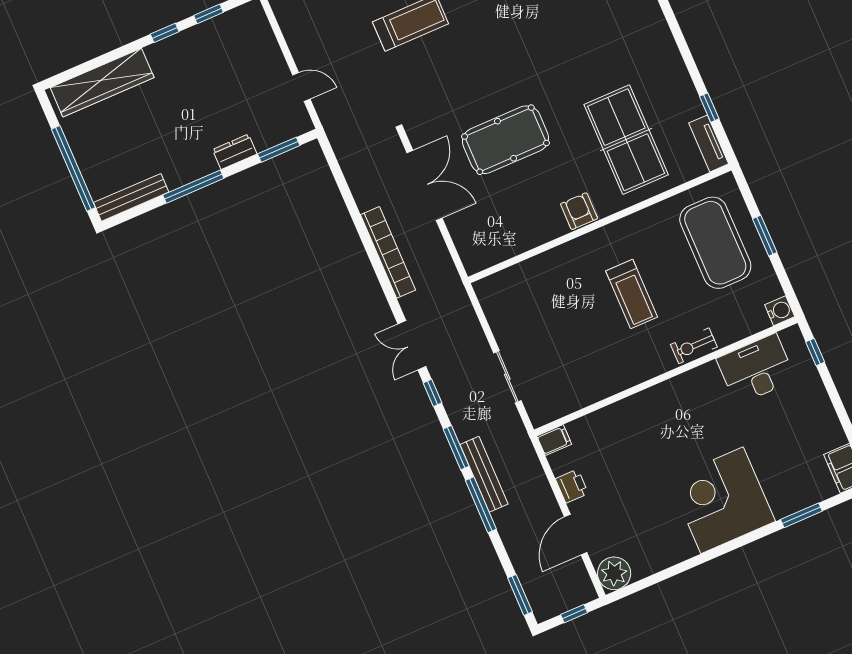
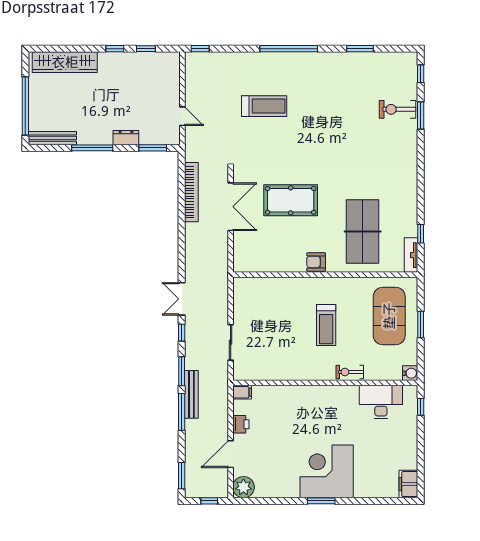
armchair: (579, 211) -> (316, 262), turned -90
bookcase: (388, 252) -> (191, 192), moved
window: (801, 515) -> (321, 501), moved

